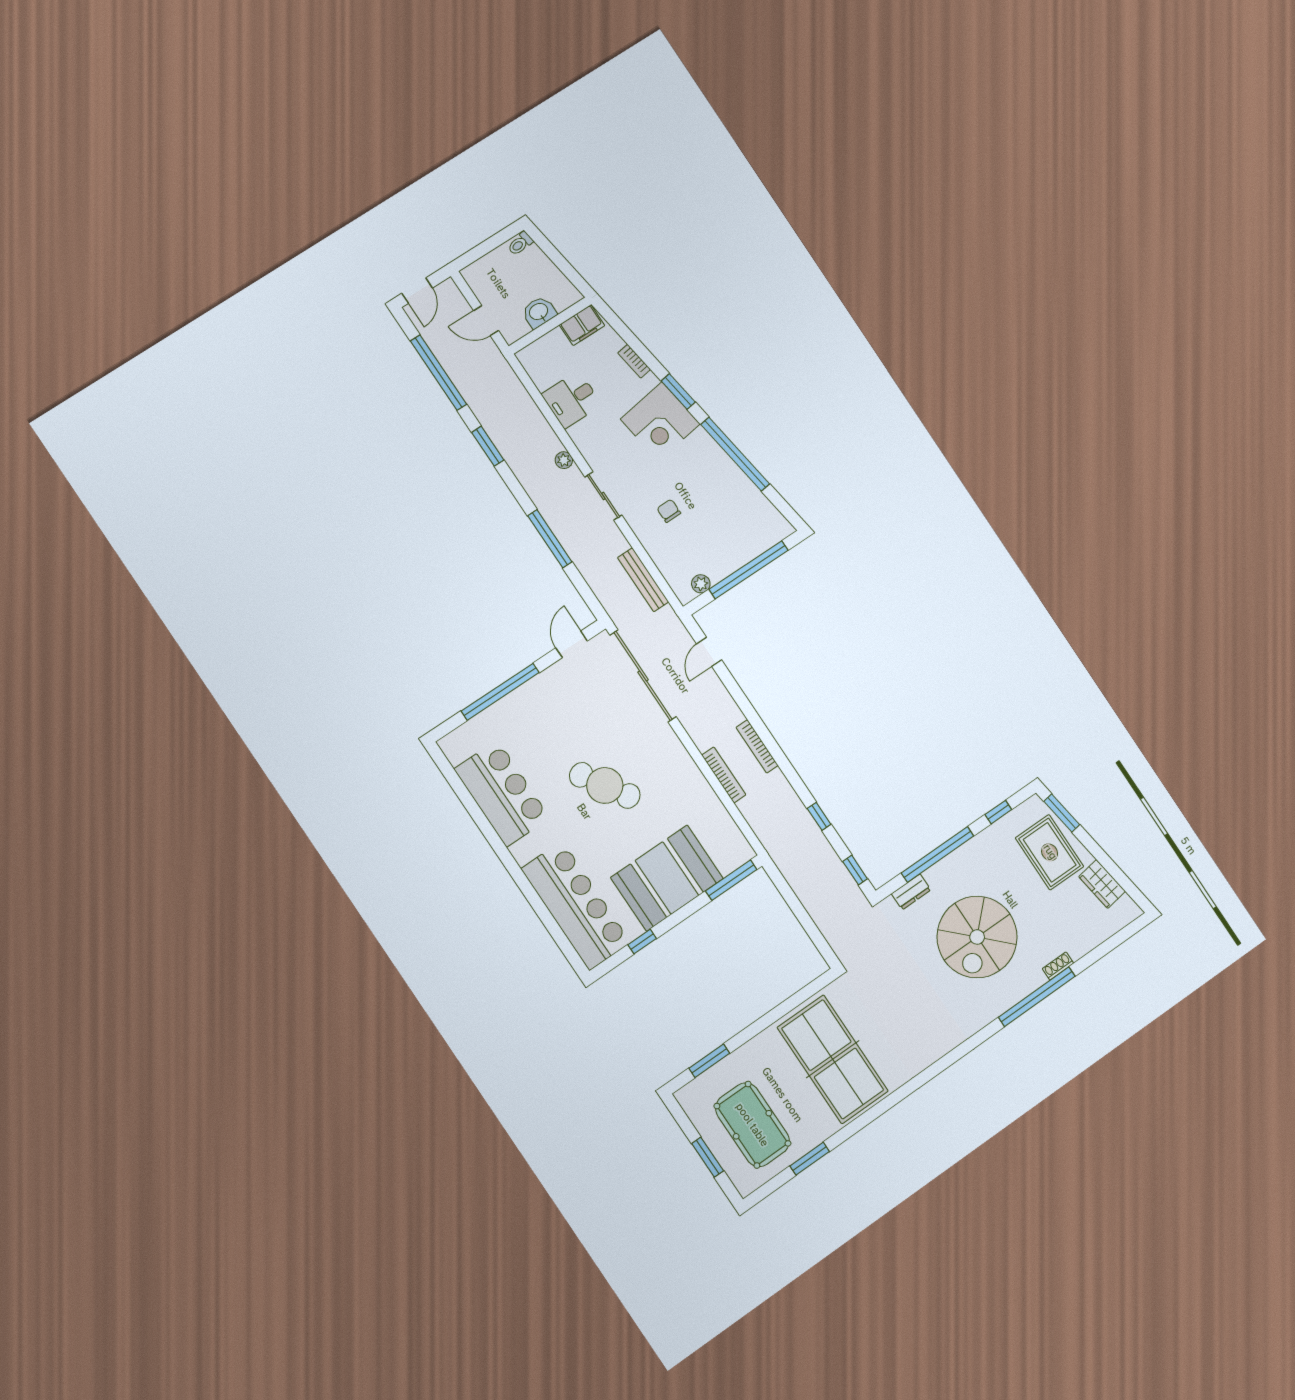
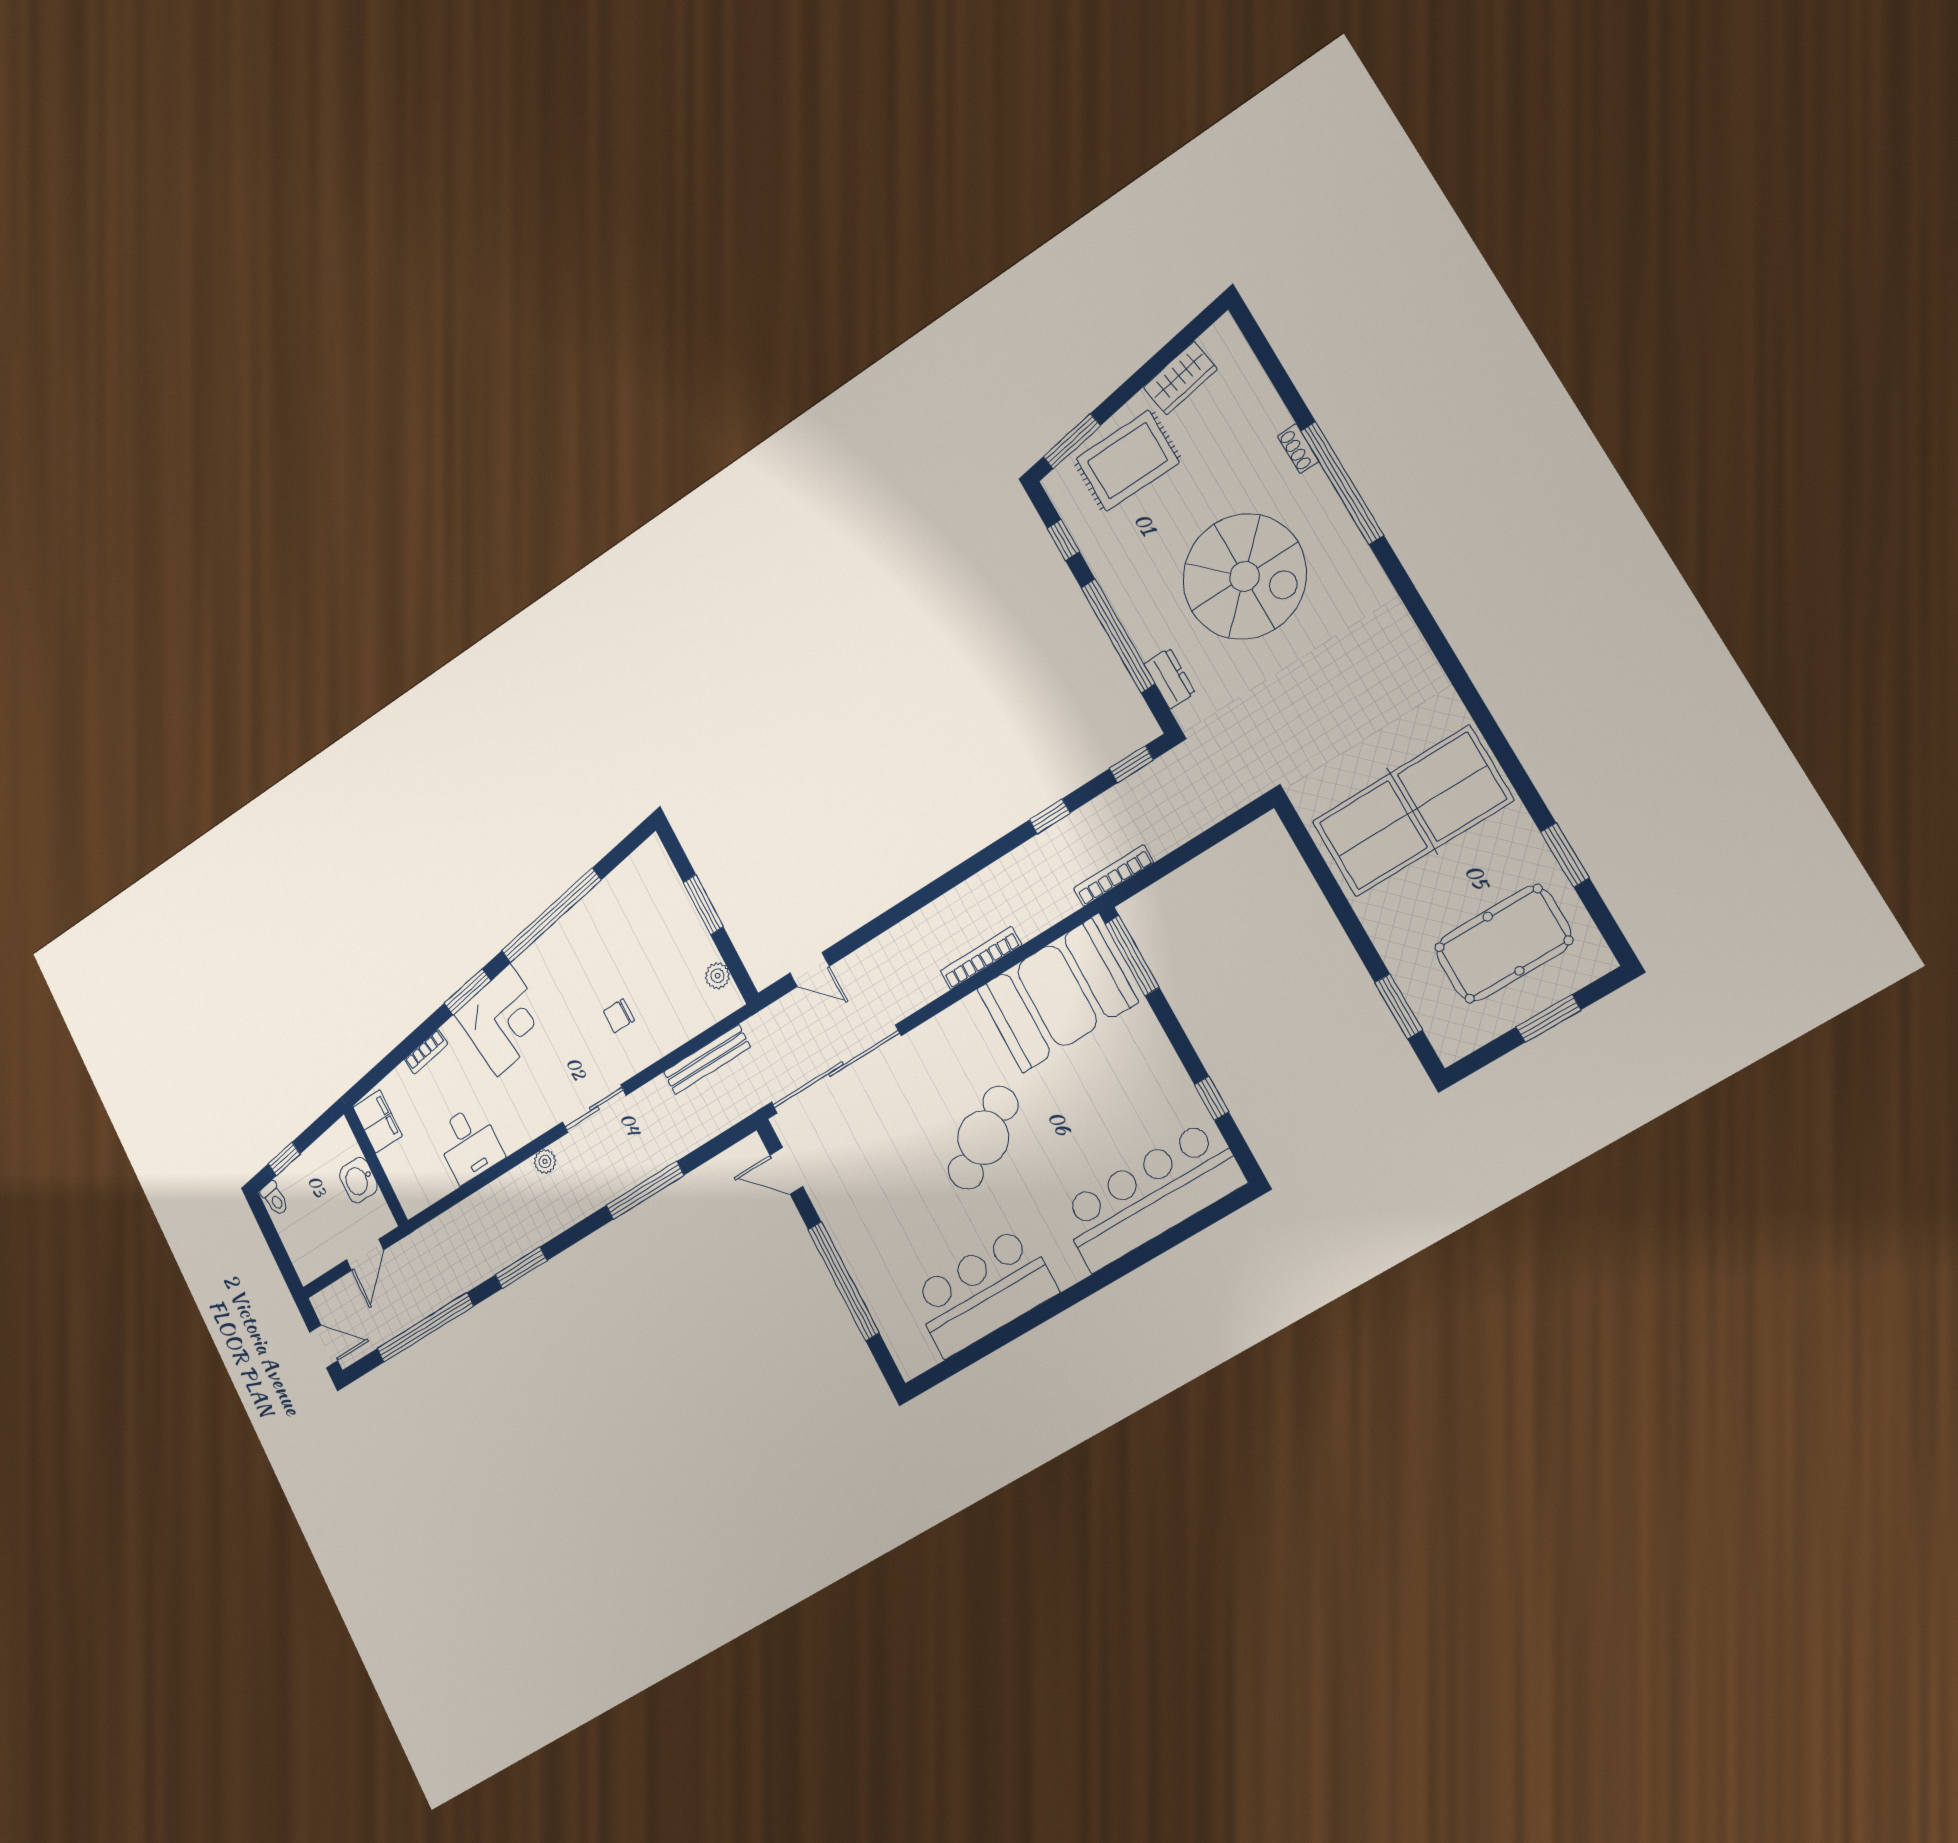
window: (550, 250) -> (284, 1159), added
window: (749, 570) -> (703, 905), width x0.47
bookcase: (757, 746) -> (1114, 875), moved, turned 180
booth: (667, 878) -> (1057, 996), moved, turned 90

